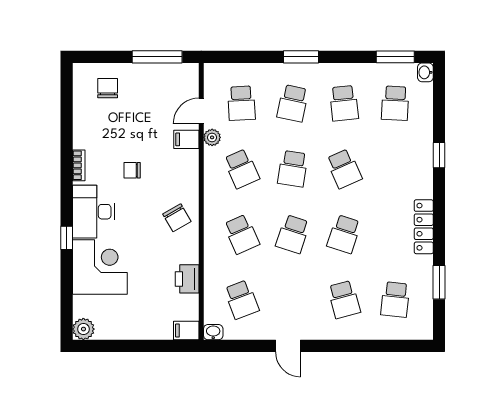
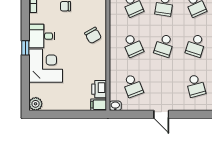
desk: (93, 212) -> (42, 36), width x0.73
printer: (187, 279) -> (99, 89), moved

